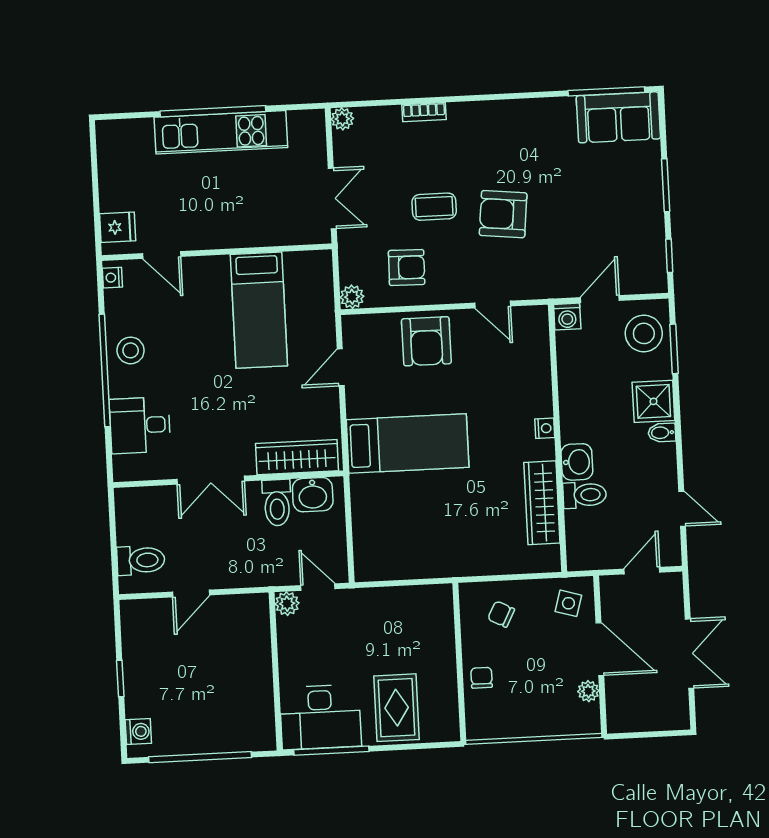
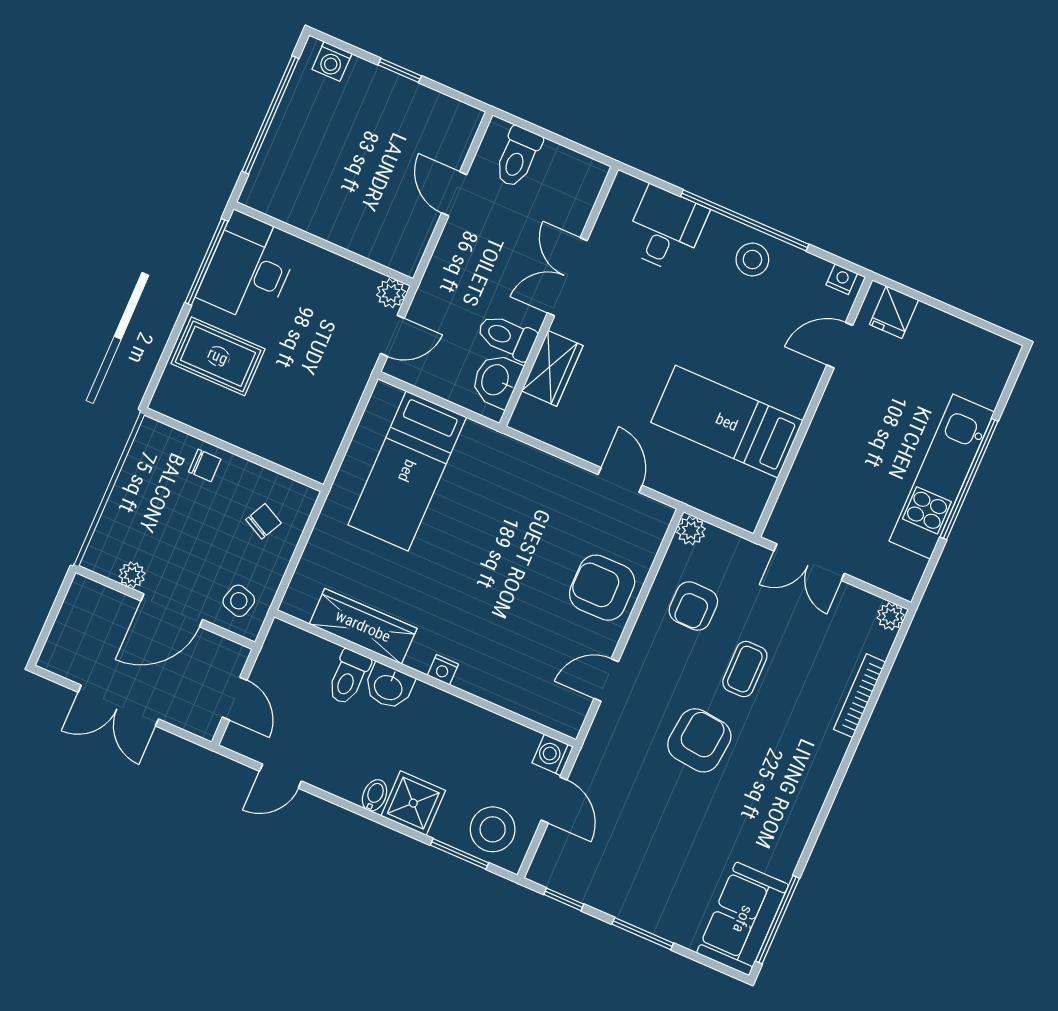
bookcase: (424, 112) -> (860, 696), width x1.56
bed: (408, 443) -> (407, 471), moved
wardrobe: (297, 457) -> (552, 368), width x0.67

